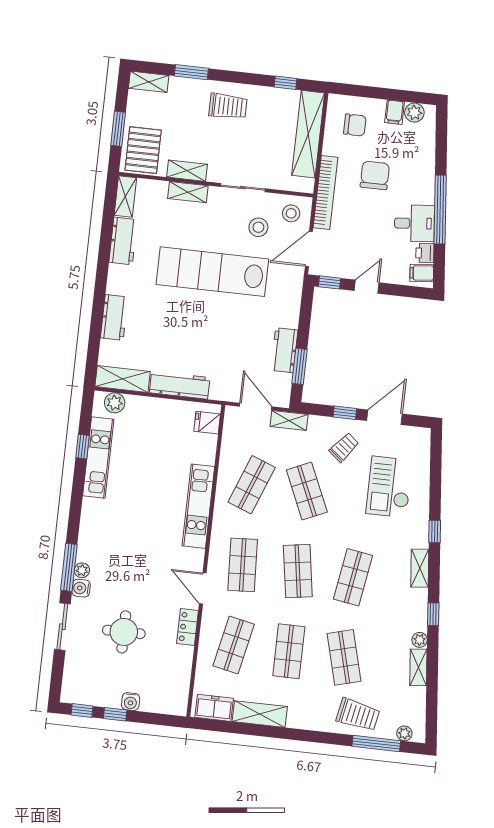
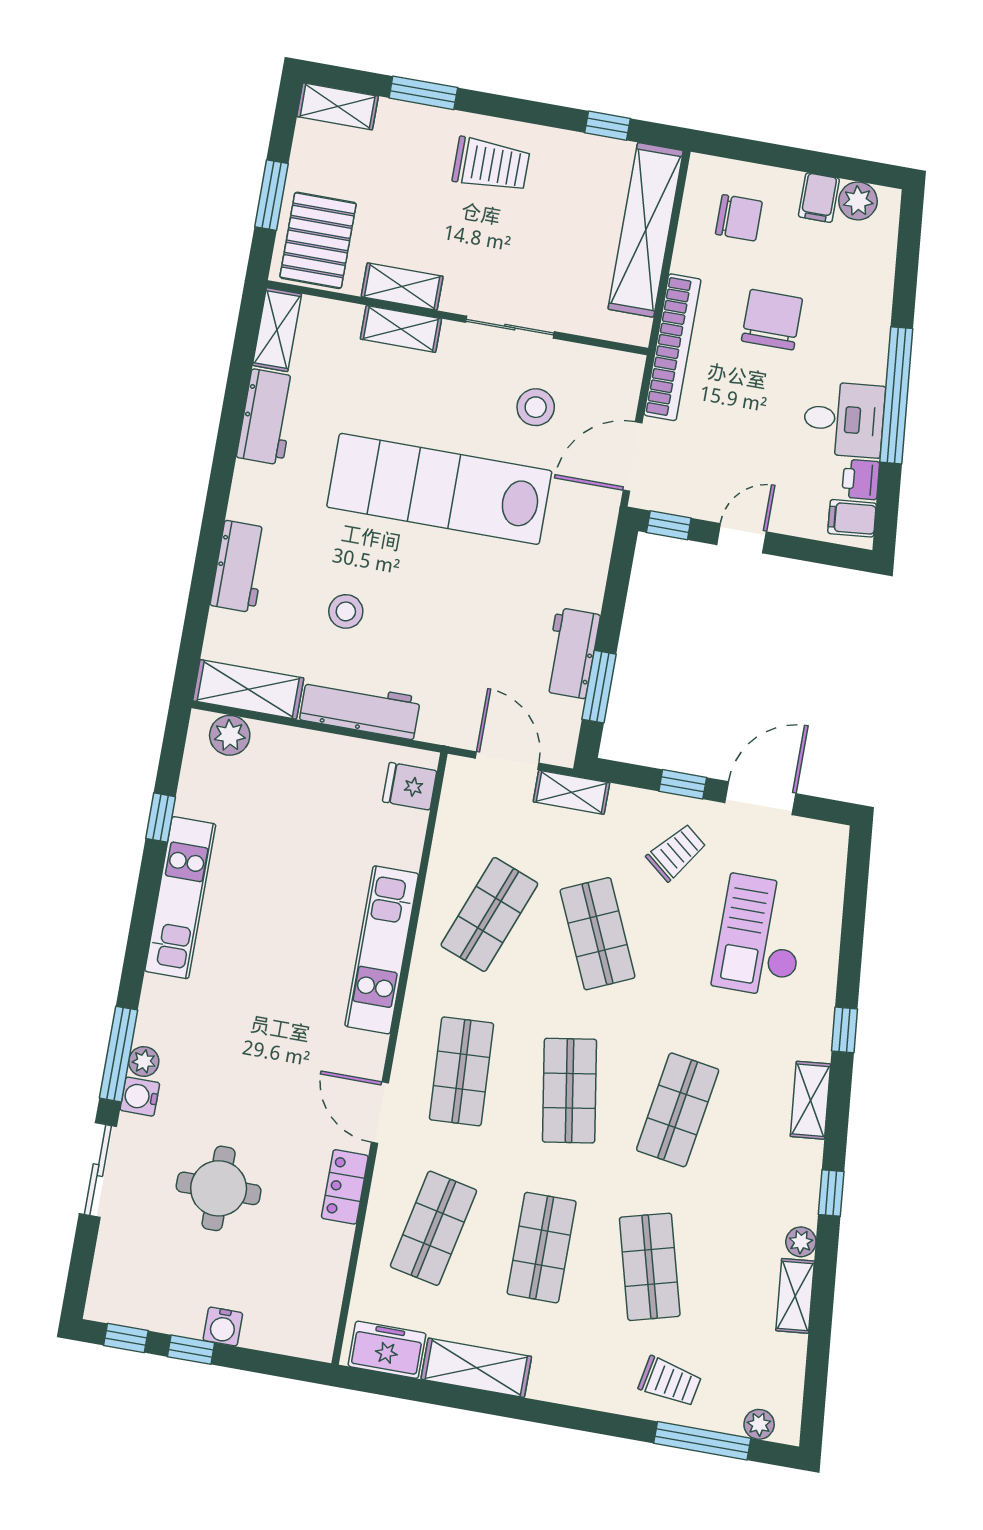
stool: (291, 213) -> (346, 611), moved
kitchen unit: (98, 458) -> (180, 898), moved
trolley: (358, 715) -> (670, 1382), width x0.73, depth x0.72

